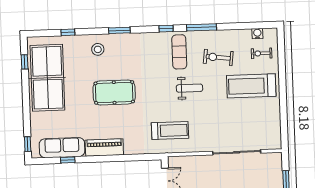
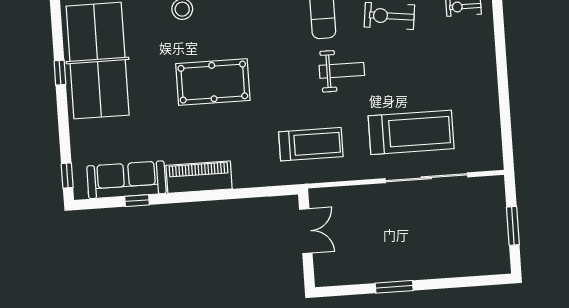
window: (25, 62) -> (60, 73), moved
treadmill: (251, 86) -> (411, 132), moved, turned 180

